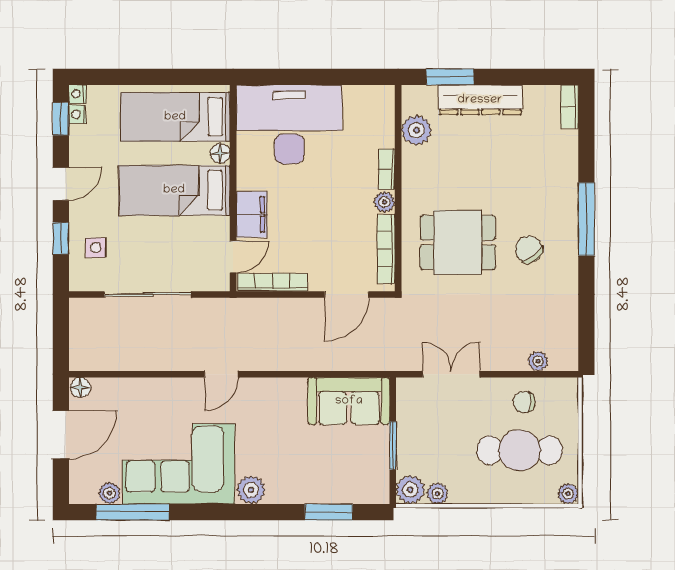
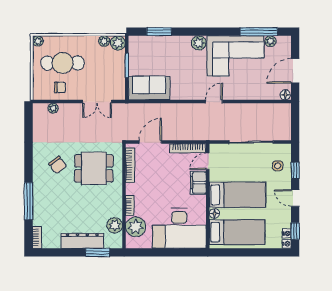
door: (61, 184) -> (295, 198), hinge flipped
plant: (384, 202) -> (136, 227), moved, width x1.87, depth x1.87
window: (586, 219) -> (29, 201), moved

